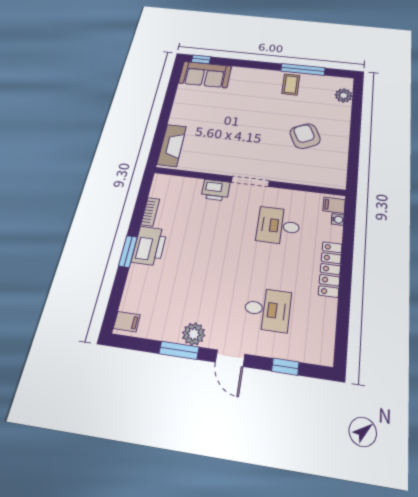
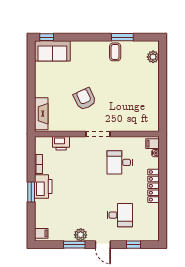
window: (303, 69) -> (122, 37), width x0.69
armchair: (305, 136) -> (85, 99), moved
printer: (216, 190) -> (61, 143), moved

